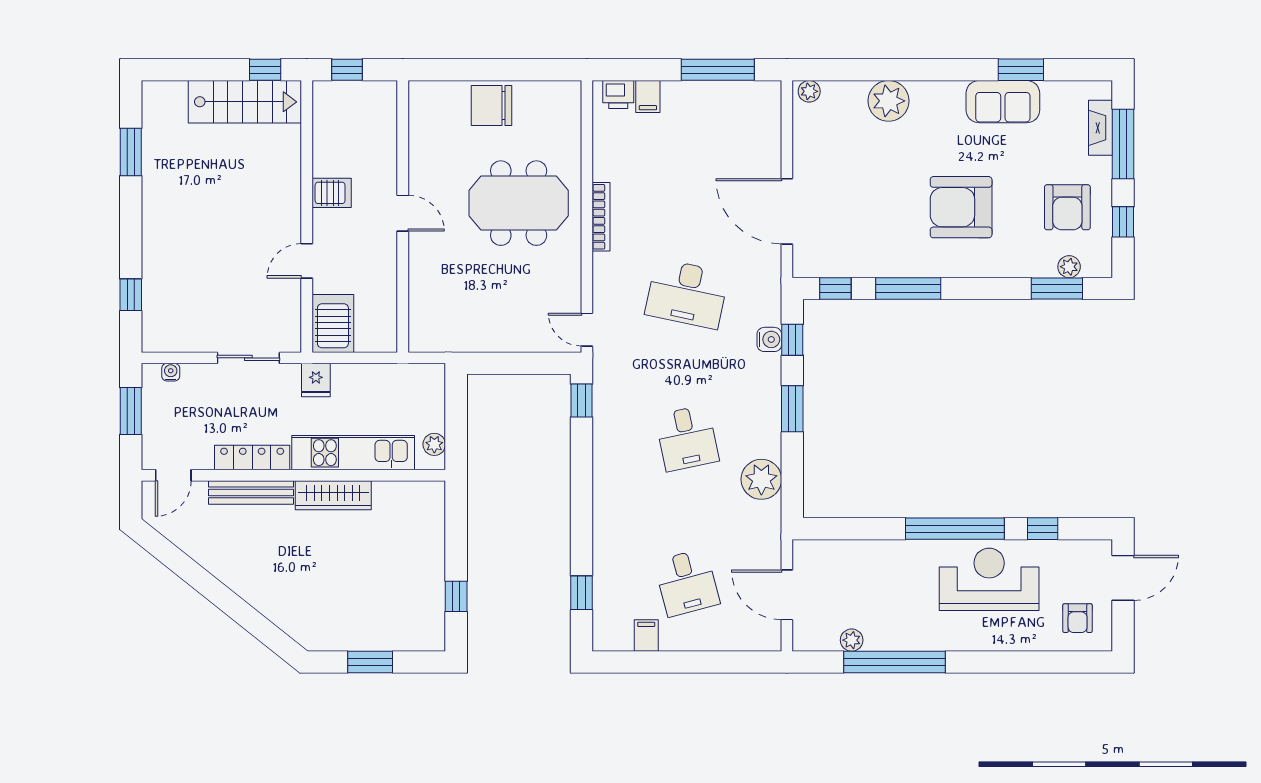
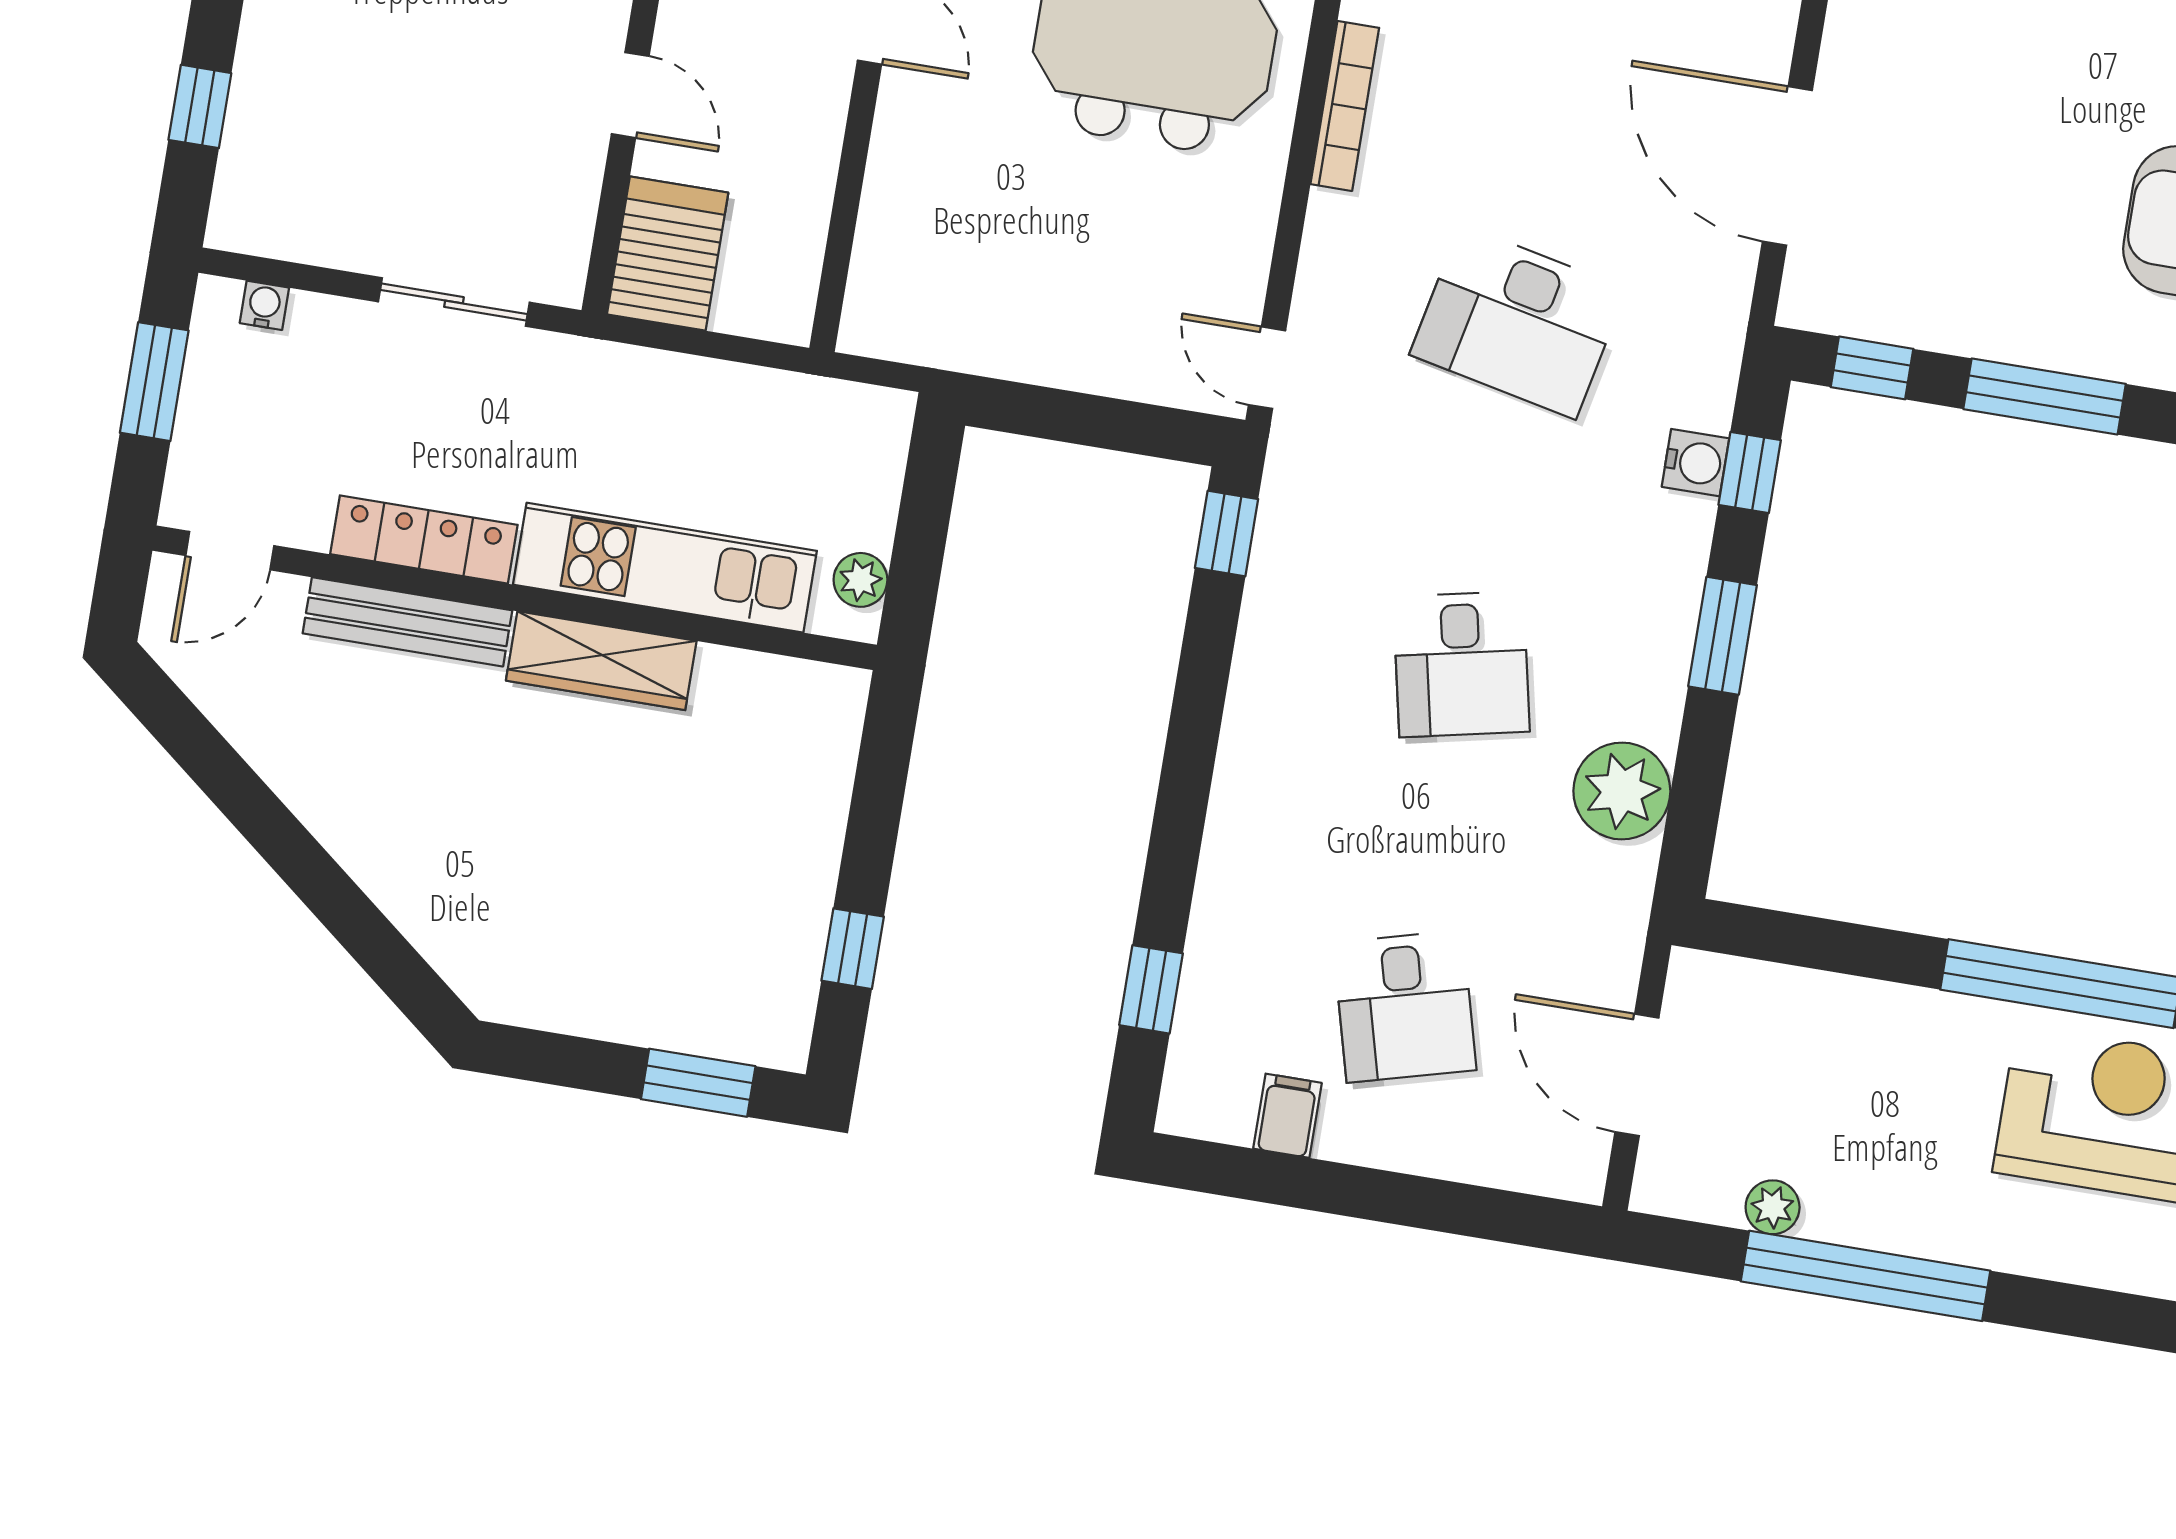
door: (307, 261) -> (630, 95), swing flipped
fridge: (316, 380) -> (605, 381), removed
window: (370, 662) -> (698, 1083), moved

